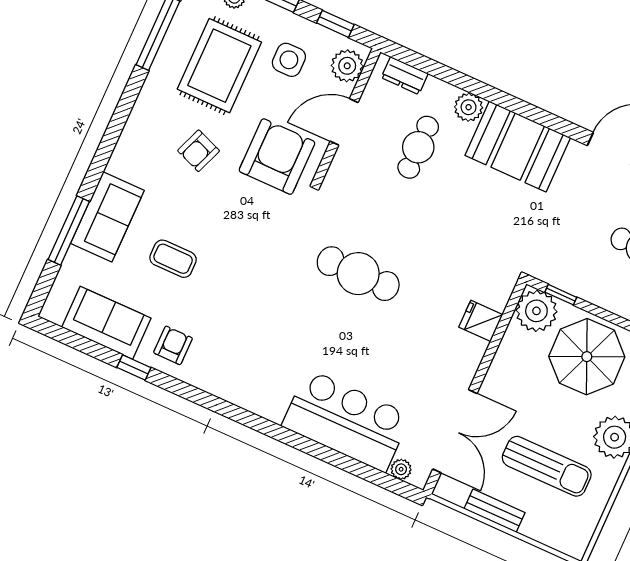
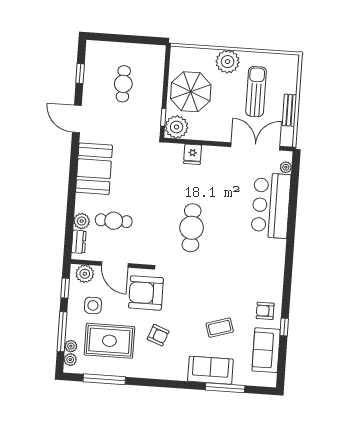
plant: (469, 107) -> (82, 221), moved
coffee table: (173, 259) -> (220, 328), turned 73

